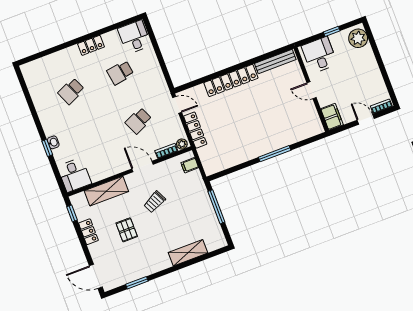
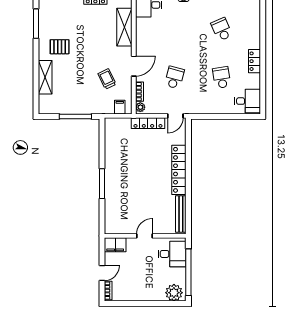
window: (332, 31) -> (188, 272), width x3.17
school desk: (138, 121) -> (174, 77), turned 39
trolley: (155, 202) -> (107, 79), moved
pallet: (127, 230) -> (60, 47), moved
window: (137, 283) -> (36, 24), width x1.44

